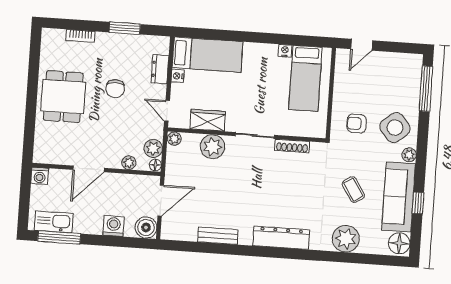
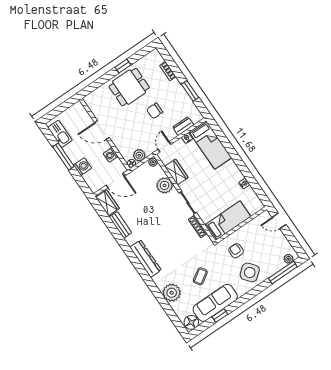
bed: (305, 78) -> (228, 221), moved, turned 180
window: (33, 84) -> (123, 66), added
plant: (409, 155) -> (288, 259), moved
plant: (129, 163) -> (122, 148), removed
washing machine: (40, 176) -> (111, 155), moved
boiler: (146, 227) -> (95, 184), removed
wardrobe: (180, 231) -> (107, 203), added
window: (59, 237) -> (63, 157), moved

